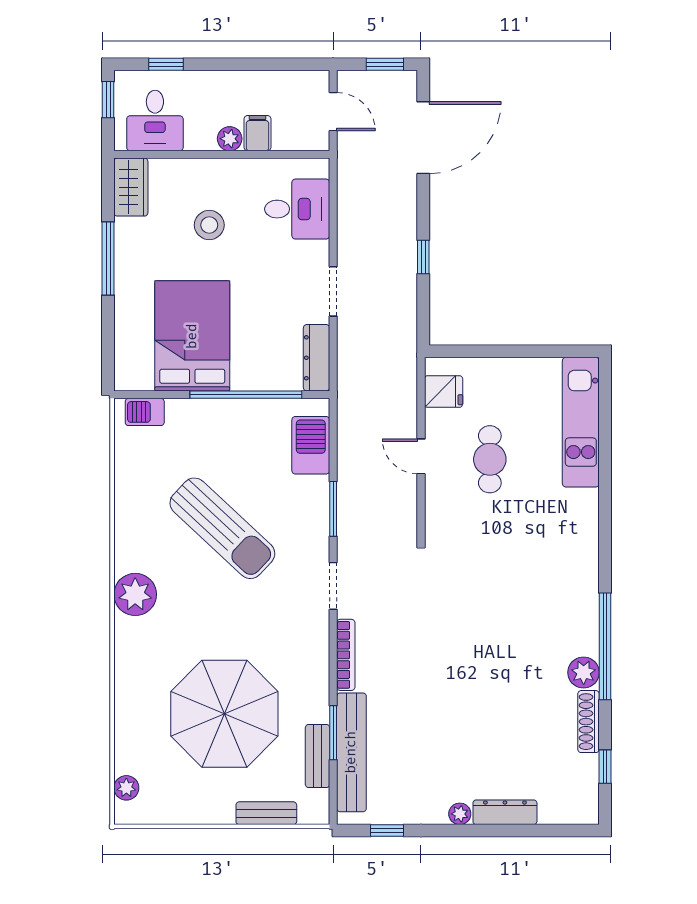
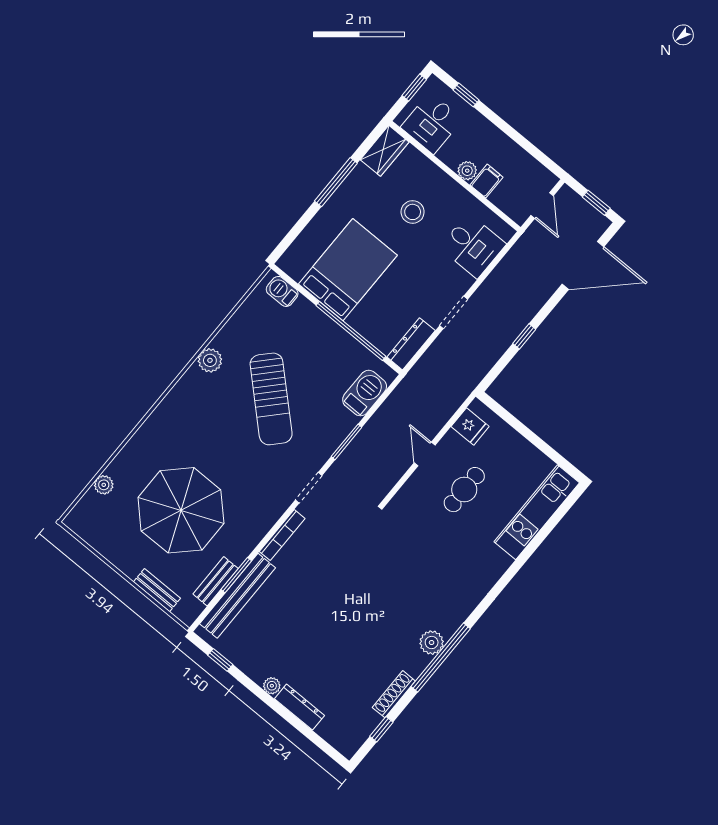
plant: (135, 594) -> (210, 360), moved, width x0.73, depth x0.73
plant: (584, 672) -> (432, 643), moved
plant: (126, 788) -> (104, 485), moved

